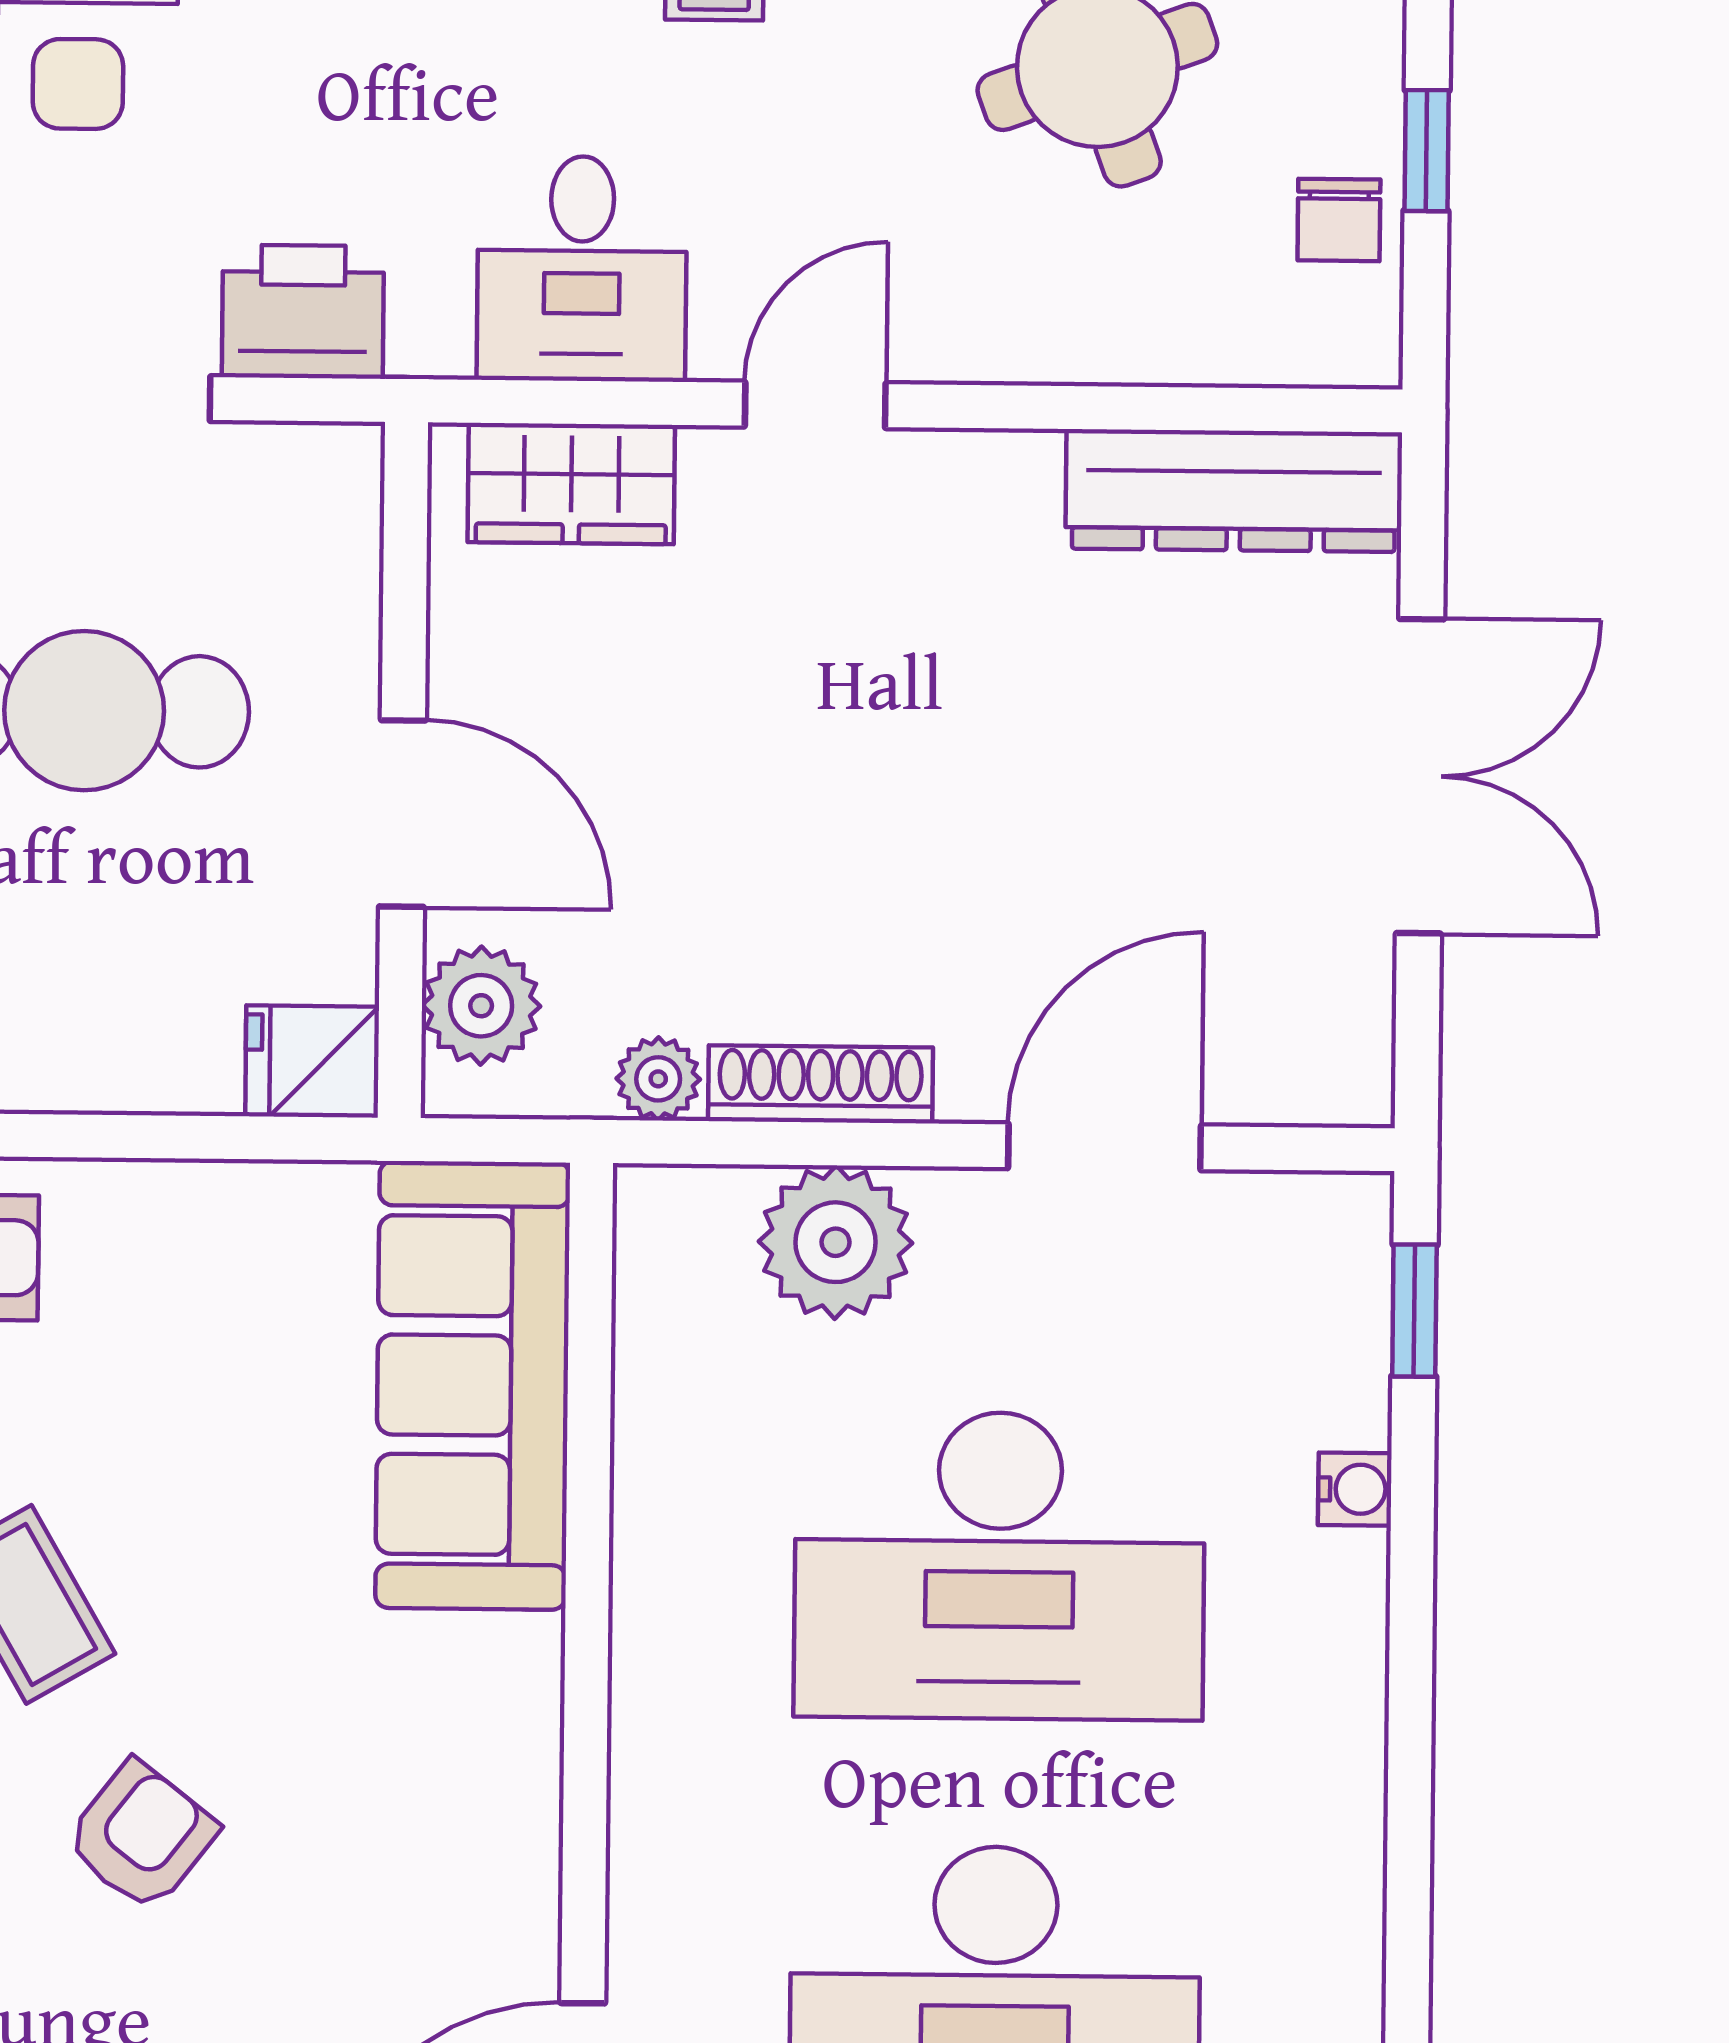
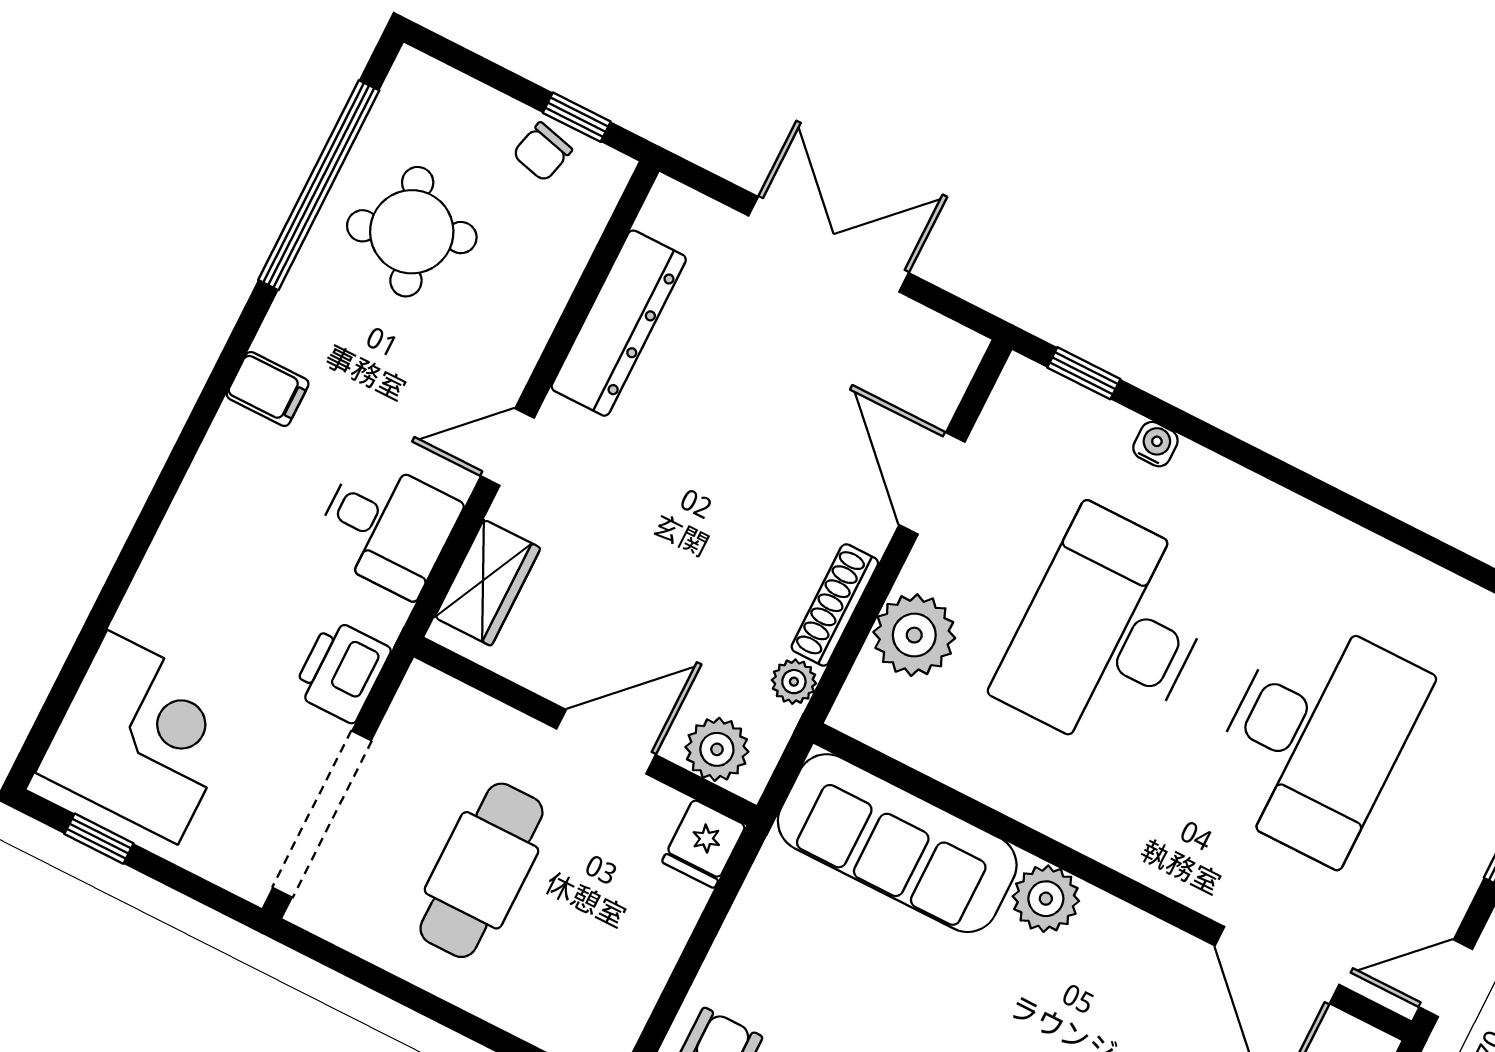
window: (1427, 151) -> (577, 117), moved
chair: (1339, 220) -> (542, 152), turned 104
door: (815, 405) -> (507, 447), hinge flipped
dresser: (1234, 491) -> (619, 323), moved
desk: (1000, 1566) -> (1108, 633), turned 180
plant: (502, 1680) -> (1046, 899), added

